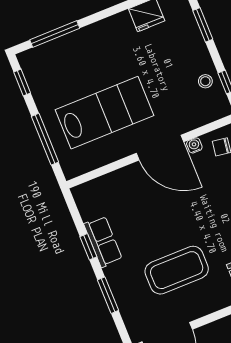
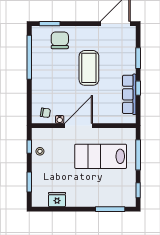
door: (160, 148) -> (78, 126), hinge flipped
row of seats: (103, 242) -> (129, 94), width x1.48
coffee table: (177, 270) -> (89, 68), moved, turned 90

